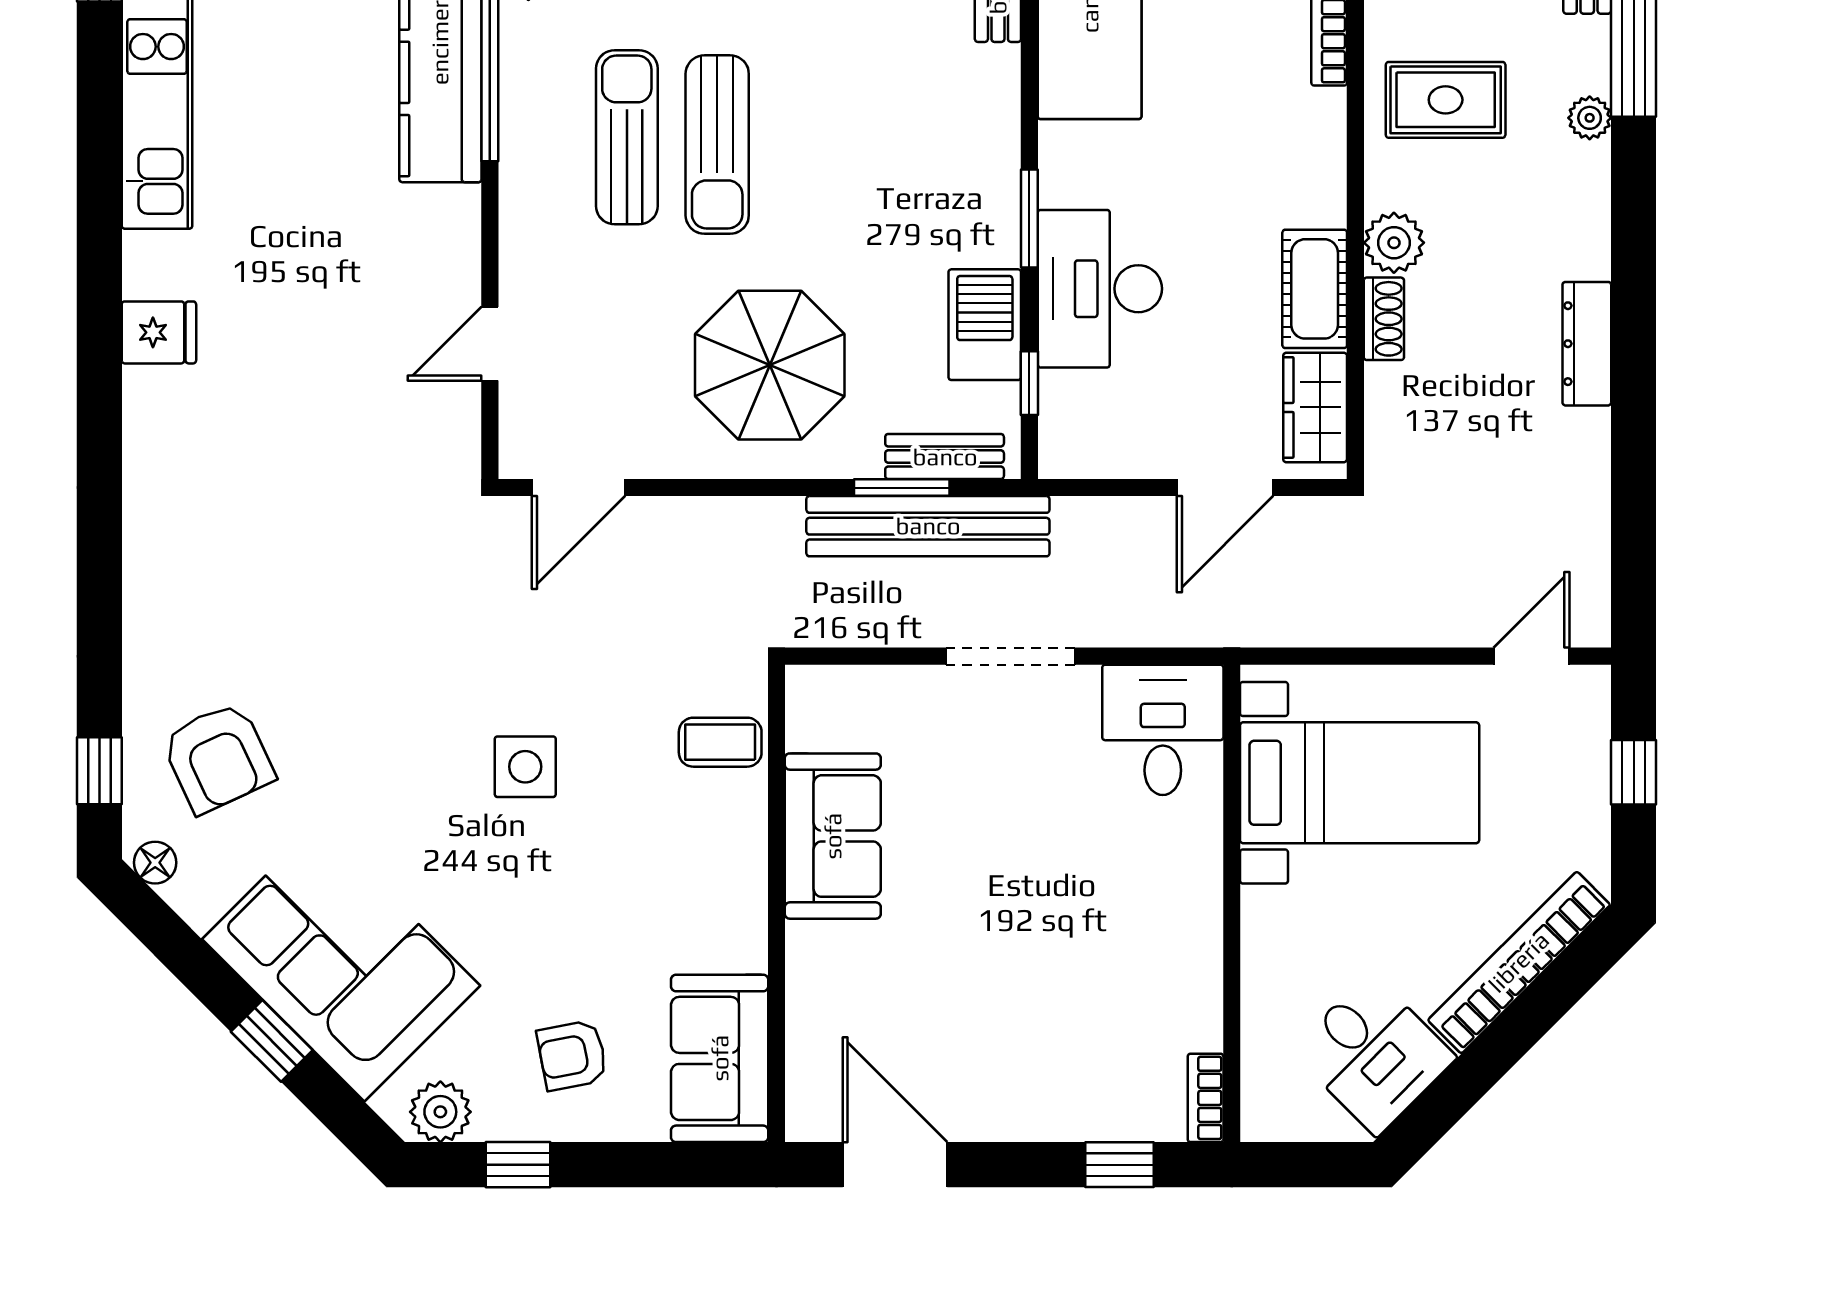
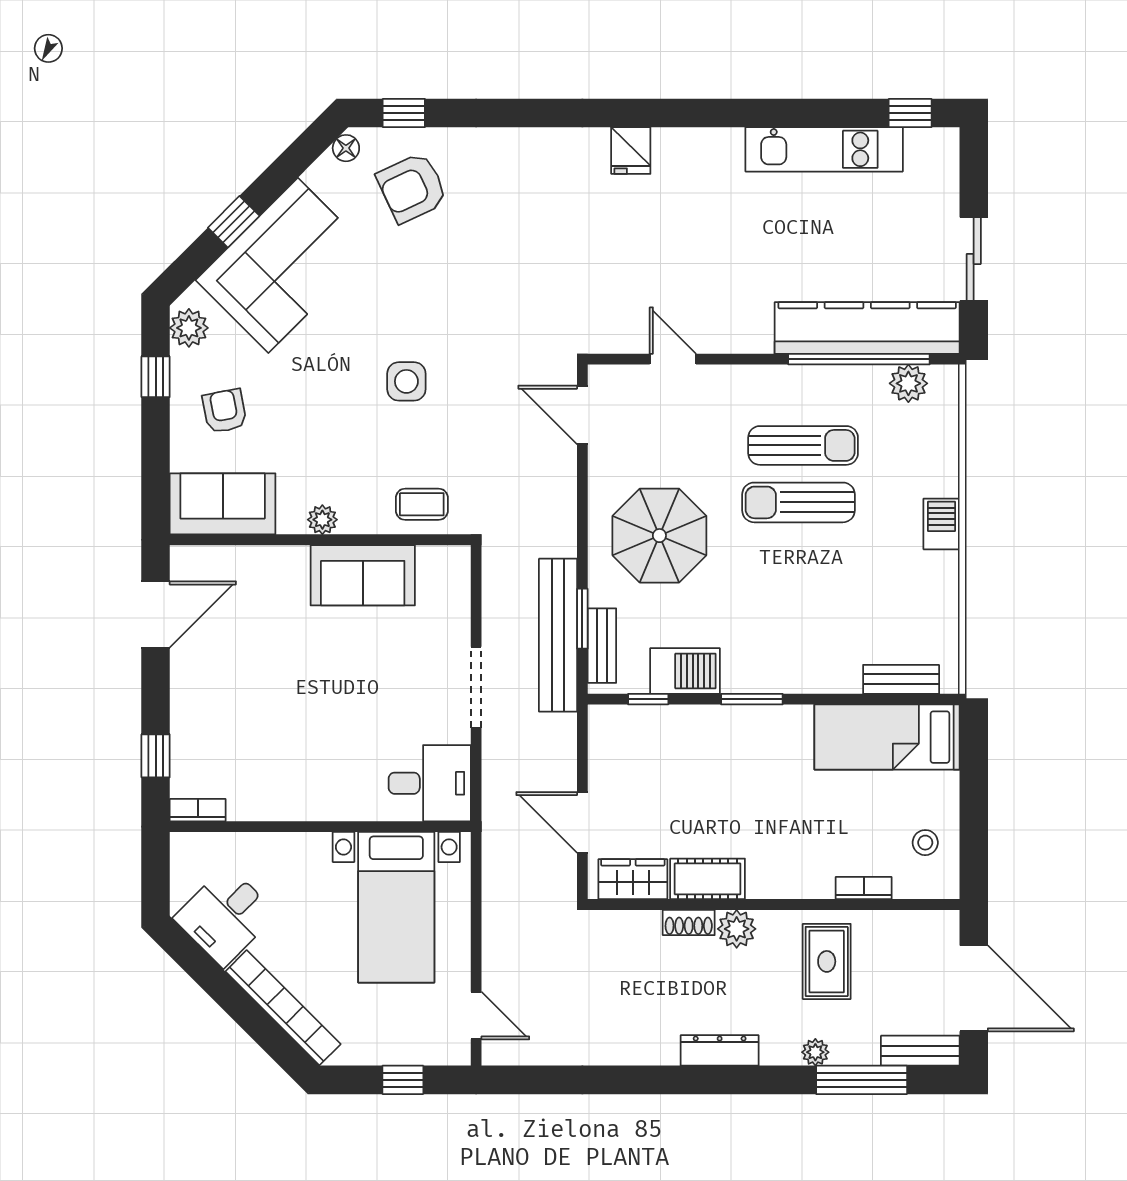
desk: (1100, 289) -> (708, 744), removed
fridge: (159, 332) -> (631, 151), moved
dresser: (1587, 344) -> (720, 1050), moved
coffee table: (720, 742) -> (422, 504), turned 90
plant: (745, 900) -> (322, 520), added

